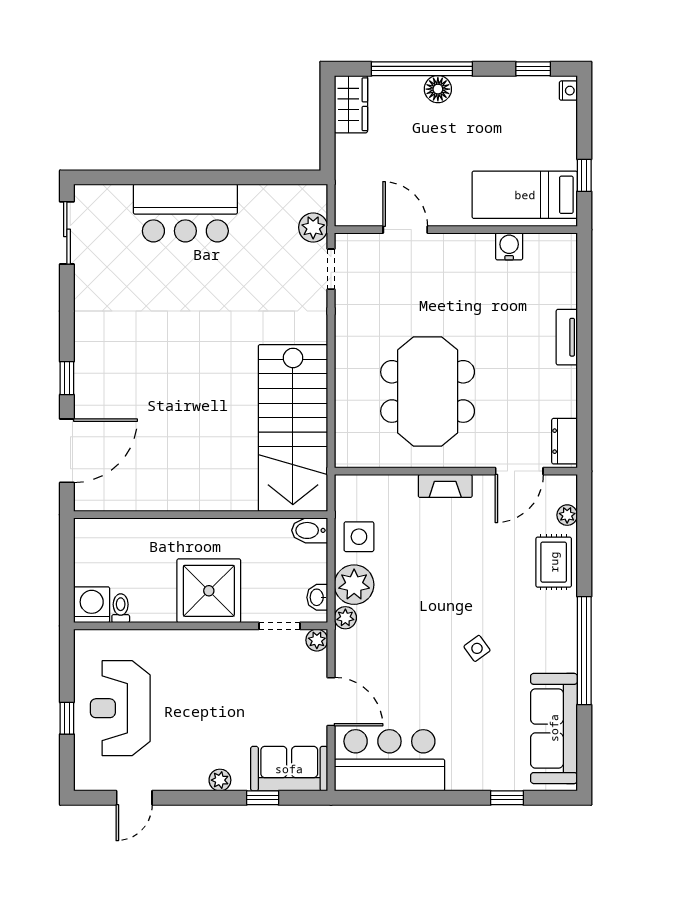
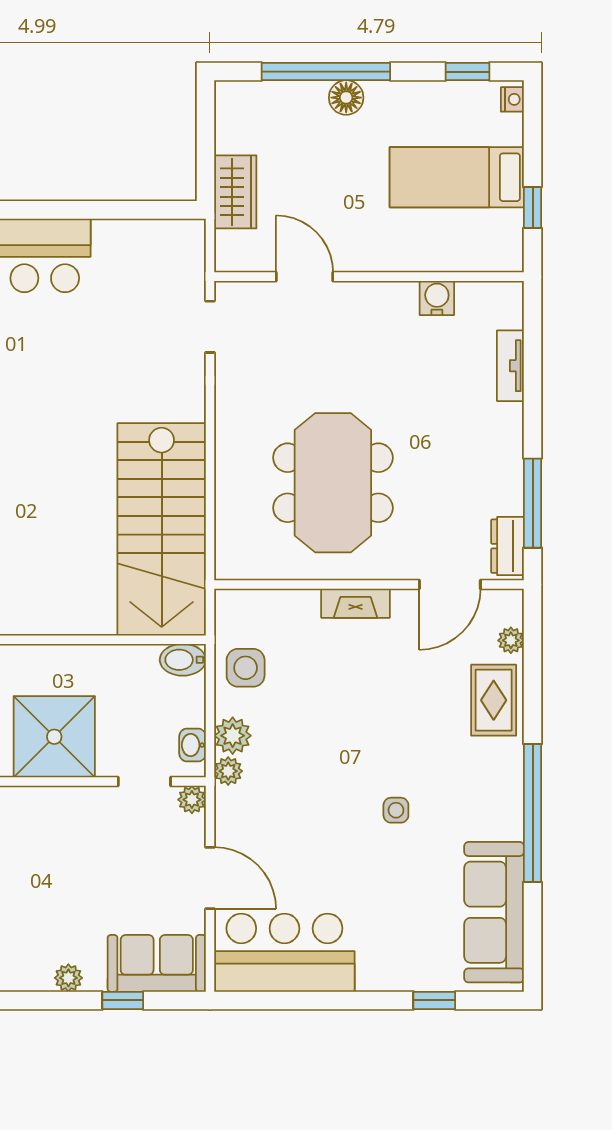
wardrobe: (351, 104) -> (235, 192), moved
bed: (525, 195) -> (457, 177), moved
plant: (313, 227) -> (187, 274), removed
tv unit: (567, 337) -> (510, 366), moved
window: (584, 407) -> (533, 503), added
plant: (354, 585) -> (233, 736), width x0.73, depth x0.73
side table: (477, 648) -> (396, 810), turned 36

